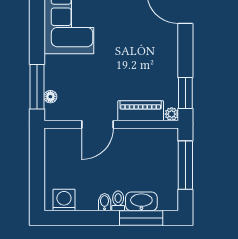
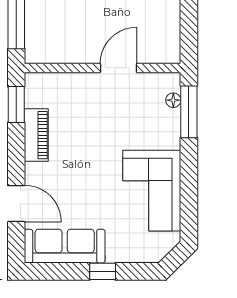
piano: (141, 111) -> (36, 135), moved, turned -90
plant: (172, 114) -> (32, 80), removed

